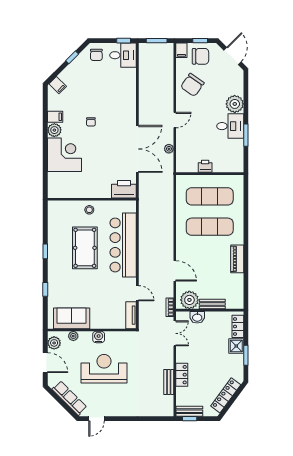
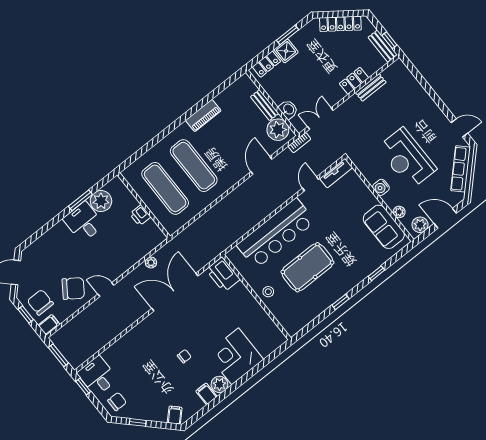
plant: (235, 104) -> (101, 201), moved
door: (175, 120) -> (106, 290), moved
door: (45, 363) -> (445, 218), hinge flipped

